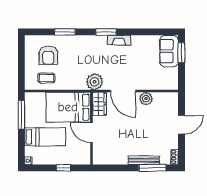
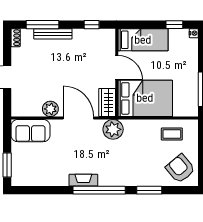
window: (106, 32) -> (99, 190), width x2.11
sofa: (169, 51) -> (31, 131), moved, turned 90
armchair: (48, 55) -> (180, 169), moved, turned -40
bed: (45, 137) -> (143, 40), moved, turned 180
window: (63, 168) -> (174, 25), moved
window: (112, 168) -> (92, 25), added

